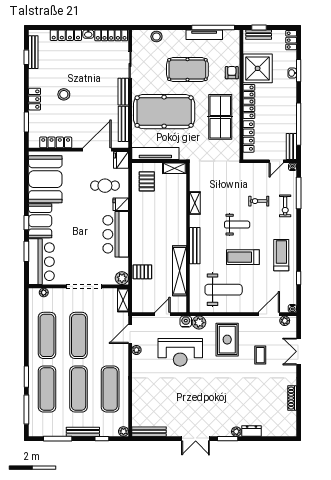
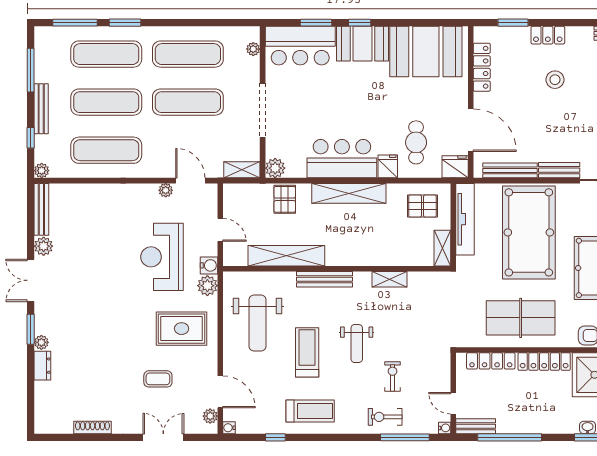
shelving: (138, 230) -> (349, 193), added
plant: (173, 430) -> (44, 246), added

